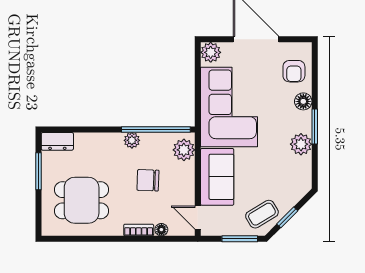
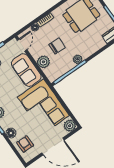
plant: (184, 150) -> (43, 62), moved
door: (198, 218) -> (22, 45), hinge flipped

